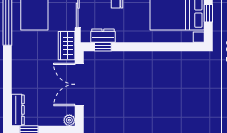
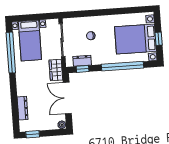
window: (157, 47) -> (122, 66), added
dresser: (18, 110) -> (23, 108), moved

